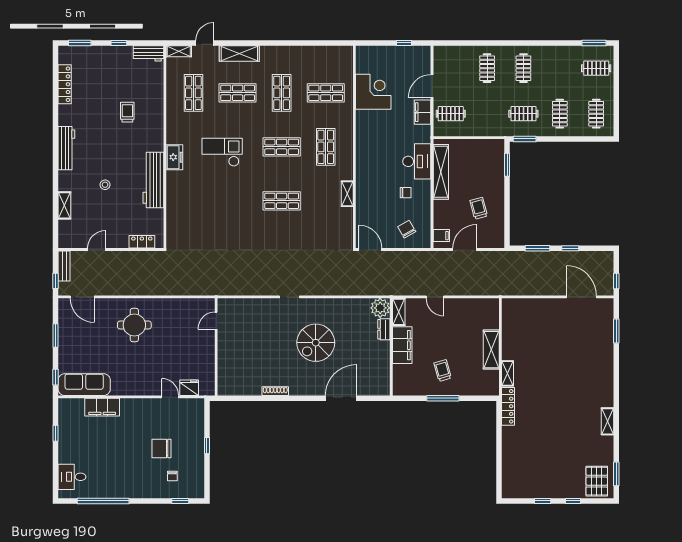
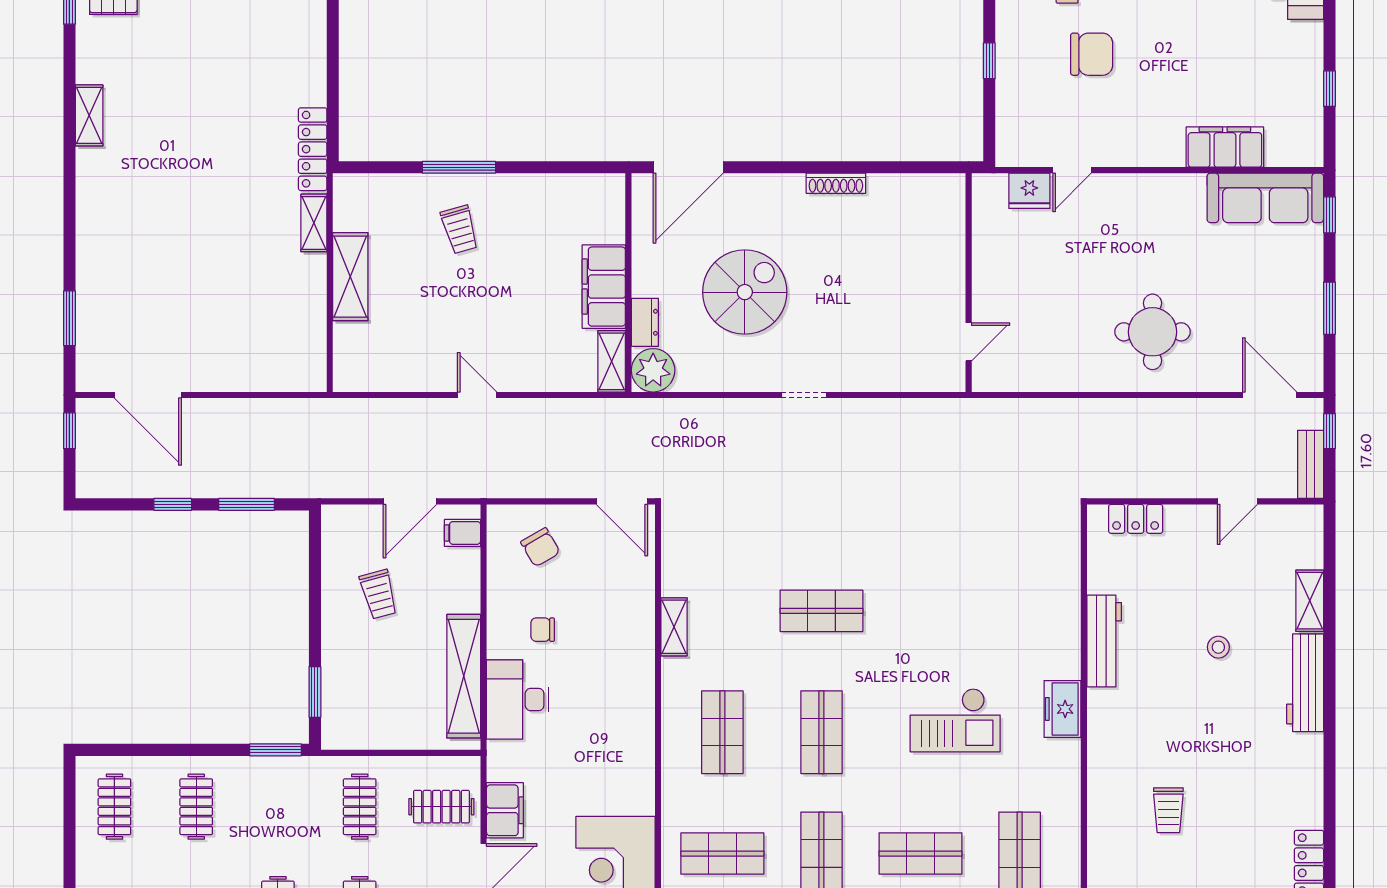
clothes rail: (523, 114) -> (360, 807), moved, turned 90
shop shelf: (282, 147) -> (821, 732), turned 90
workbench: (66, 148) -> (1305, 683), moved
workbench: (153, 180) -> (1104, 641), width x0.73, depth x0.76
plant: (380, 308) -> (653, 370), moved
shelving: (399, 312) -> (612, 361), moved
dresser: (384, 329) -> (645, 322), moved
filing cabinet: (402, 345) -> (604, 287), moved
wall: (391, 347) -> (628, 283), moved
door: (170, 397) -> (1072, 170), hinge flipped

